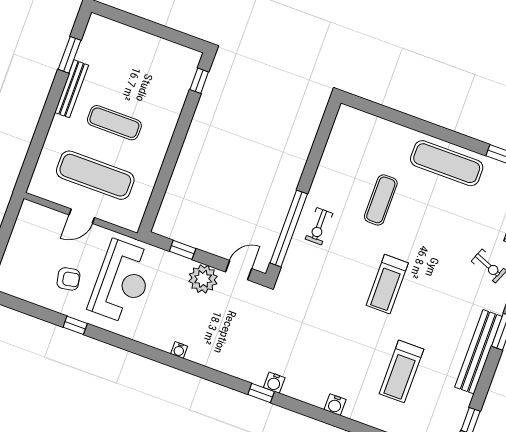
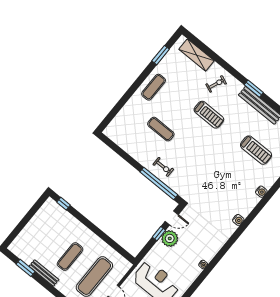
exercise mat: (447, 163) -> (154, 87), width x0.73, depth x0.69
window: (183, 250) -> (159, 234), moved
door: (239, 270) -> (172, 218), swing flipped
treadmill: (387, 284) -> (209, 115), moved
window: (261, 393) -> (241, 229), removed

